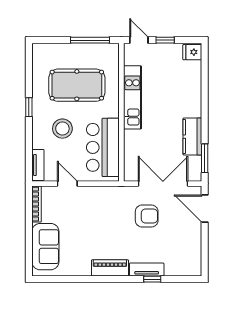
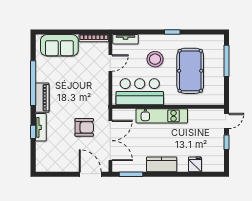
window: (90, 40) -> (227, 61), moved
fridge: (192, 52) -> (195, 164), moved
kitchen unit: (132, 97) -> (162, 116), moved
kitchen counter: (192, 137) -> (162, 164), moved
door: (205, 209) -> (90, 174), hinge flipped
armchair: (147, 216) -> (84, 127), turned -90
window: (92, 279) -> (33, 83), added

